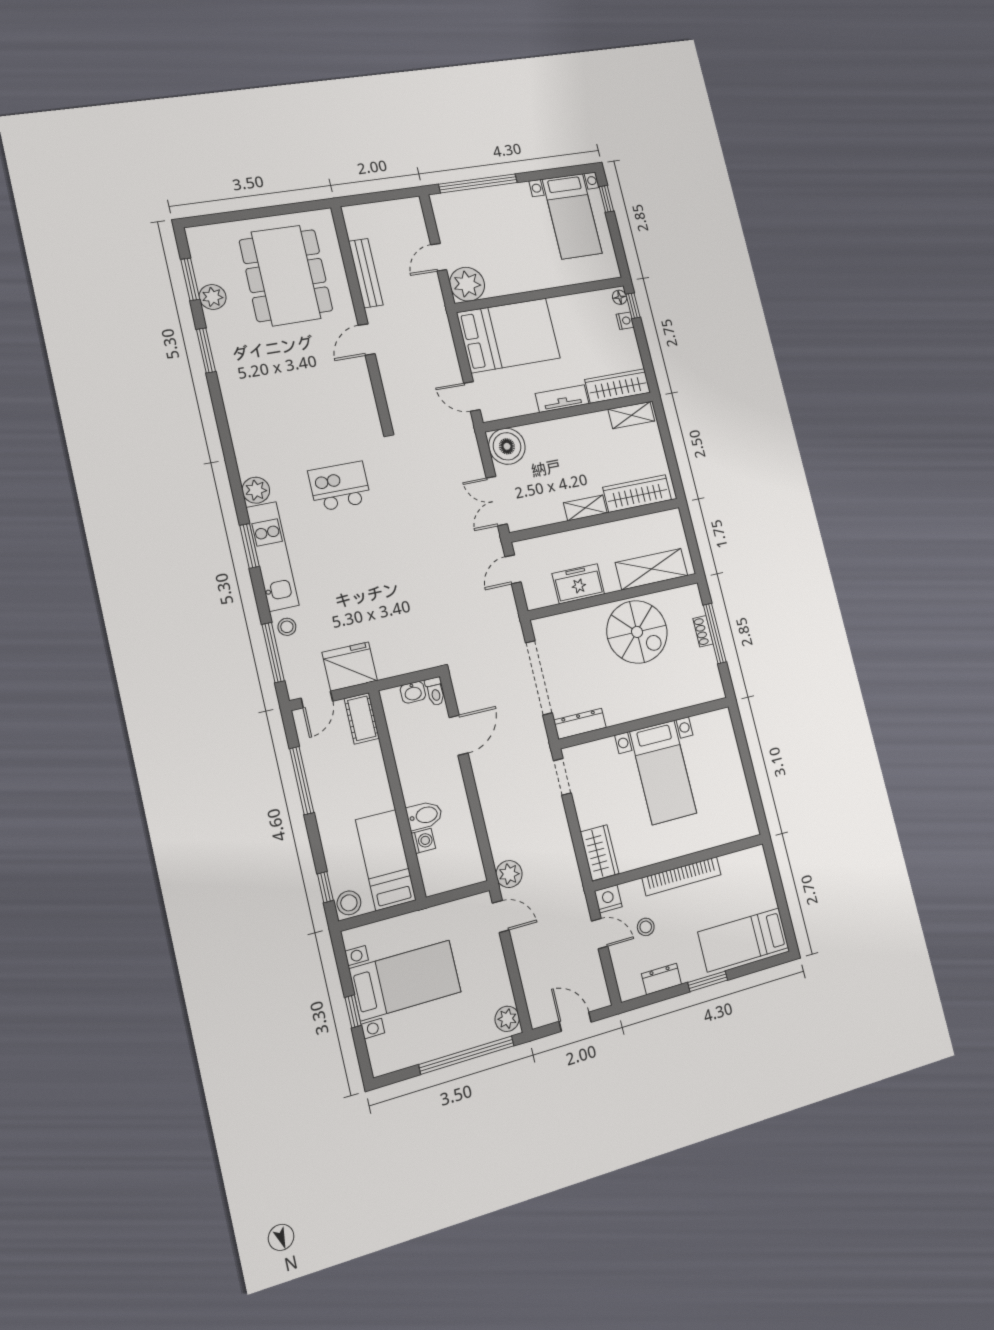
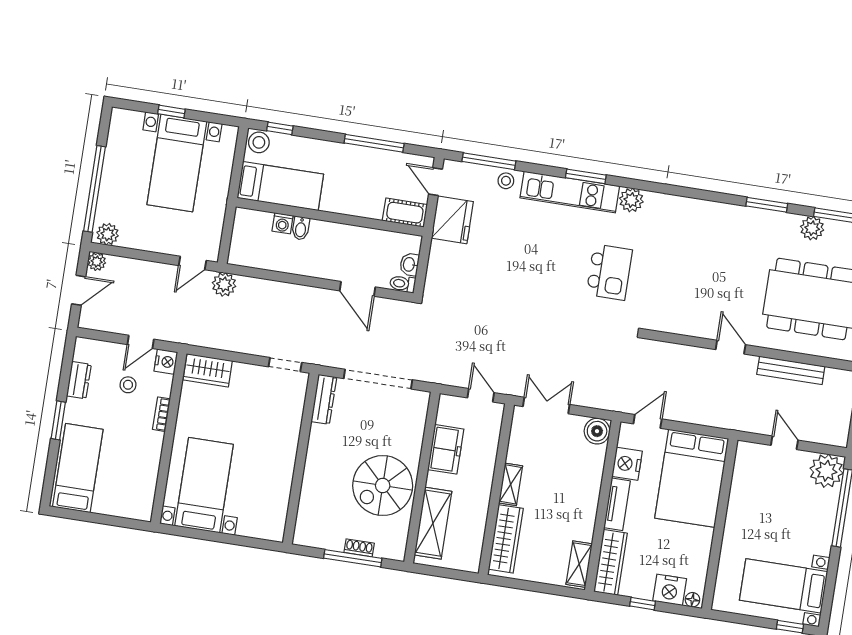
plant: (467, 284) -> (826, 471), moved
window: (633, 306) -> (643, 604), moved
nightstand: (625, 321) -> (670, 590), width x1.89, depth x1.79
nightstand: (520, 402) -> (627, 464), added
boiler: (507, 446) -> (597, 431), width x0.73, depth x0.73
bed with nightstands: (663, 772) -> (204, 485), moved, turned 90
bidet: (424, 815) -> (301, 228), width x0.72, depth x0.74
bookcase: (682, 876) -> (161, 414), width x0.43, depth x0.76
plant: (539, 1017) -> (97, 262), added

